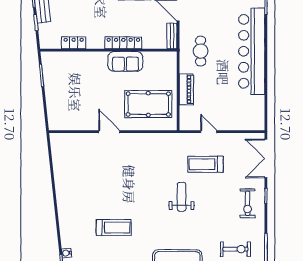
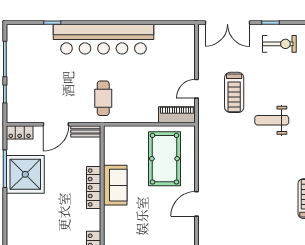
cafe table: (201, 51) -> (103, 98), turned 90
piano: (186, 89) -> (177, 115), moved

